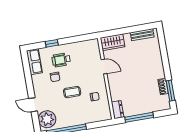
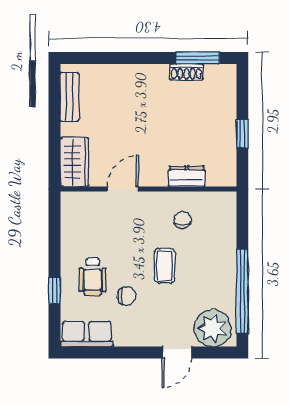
dresser: (118, 110) -> (187, 176), moved
window: (139, 117) -> (242, 134), width x0.46

